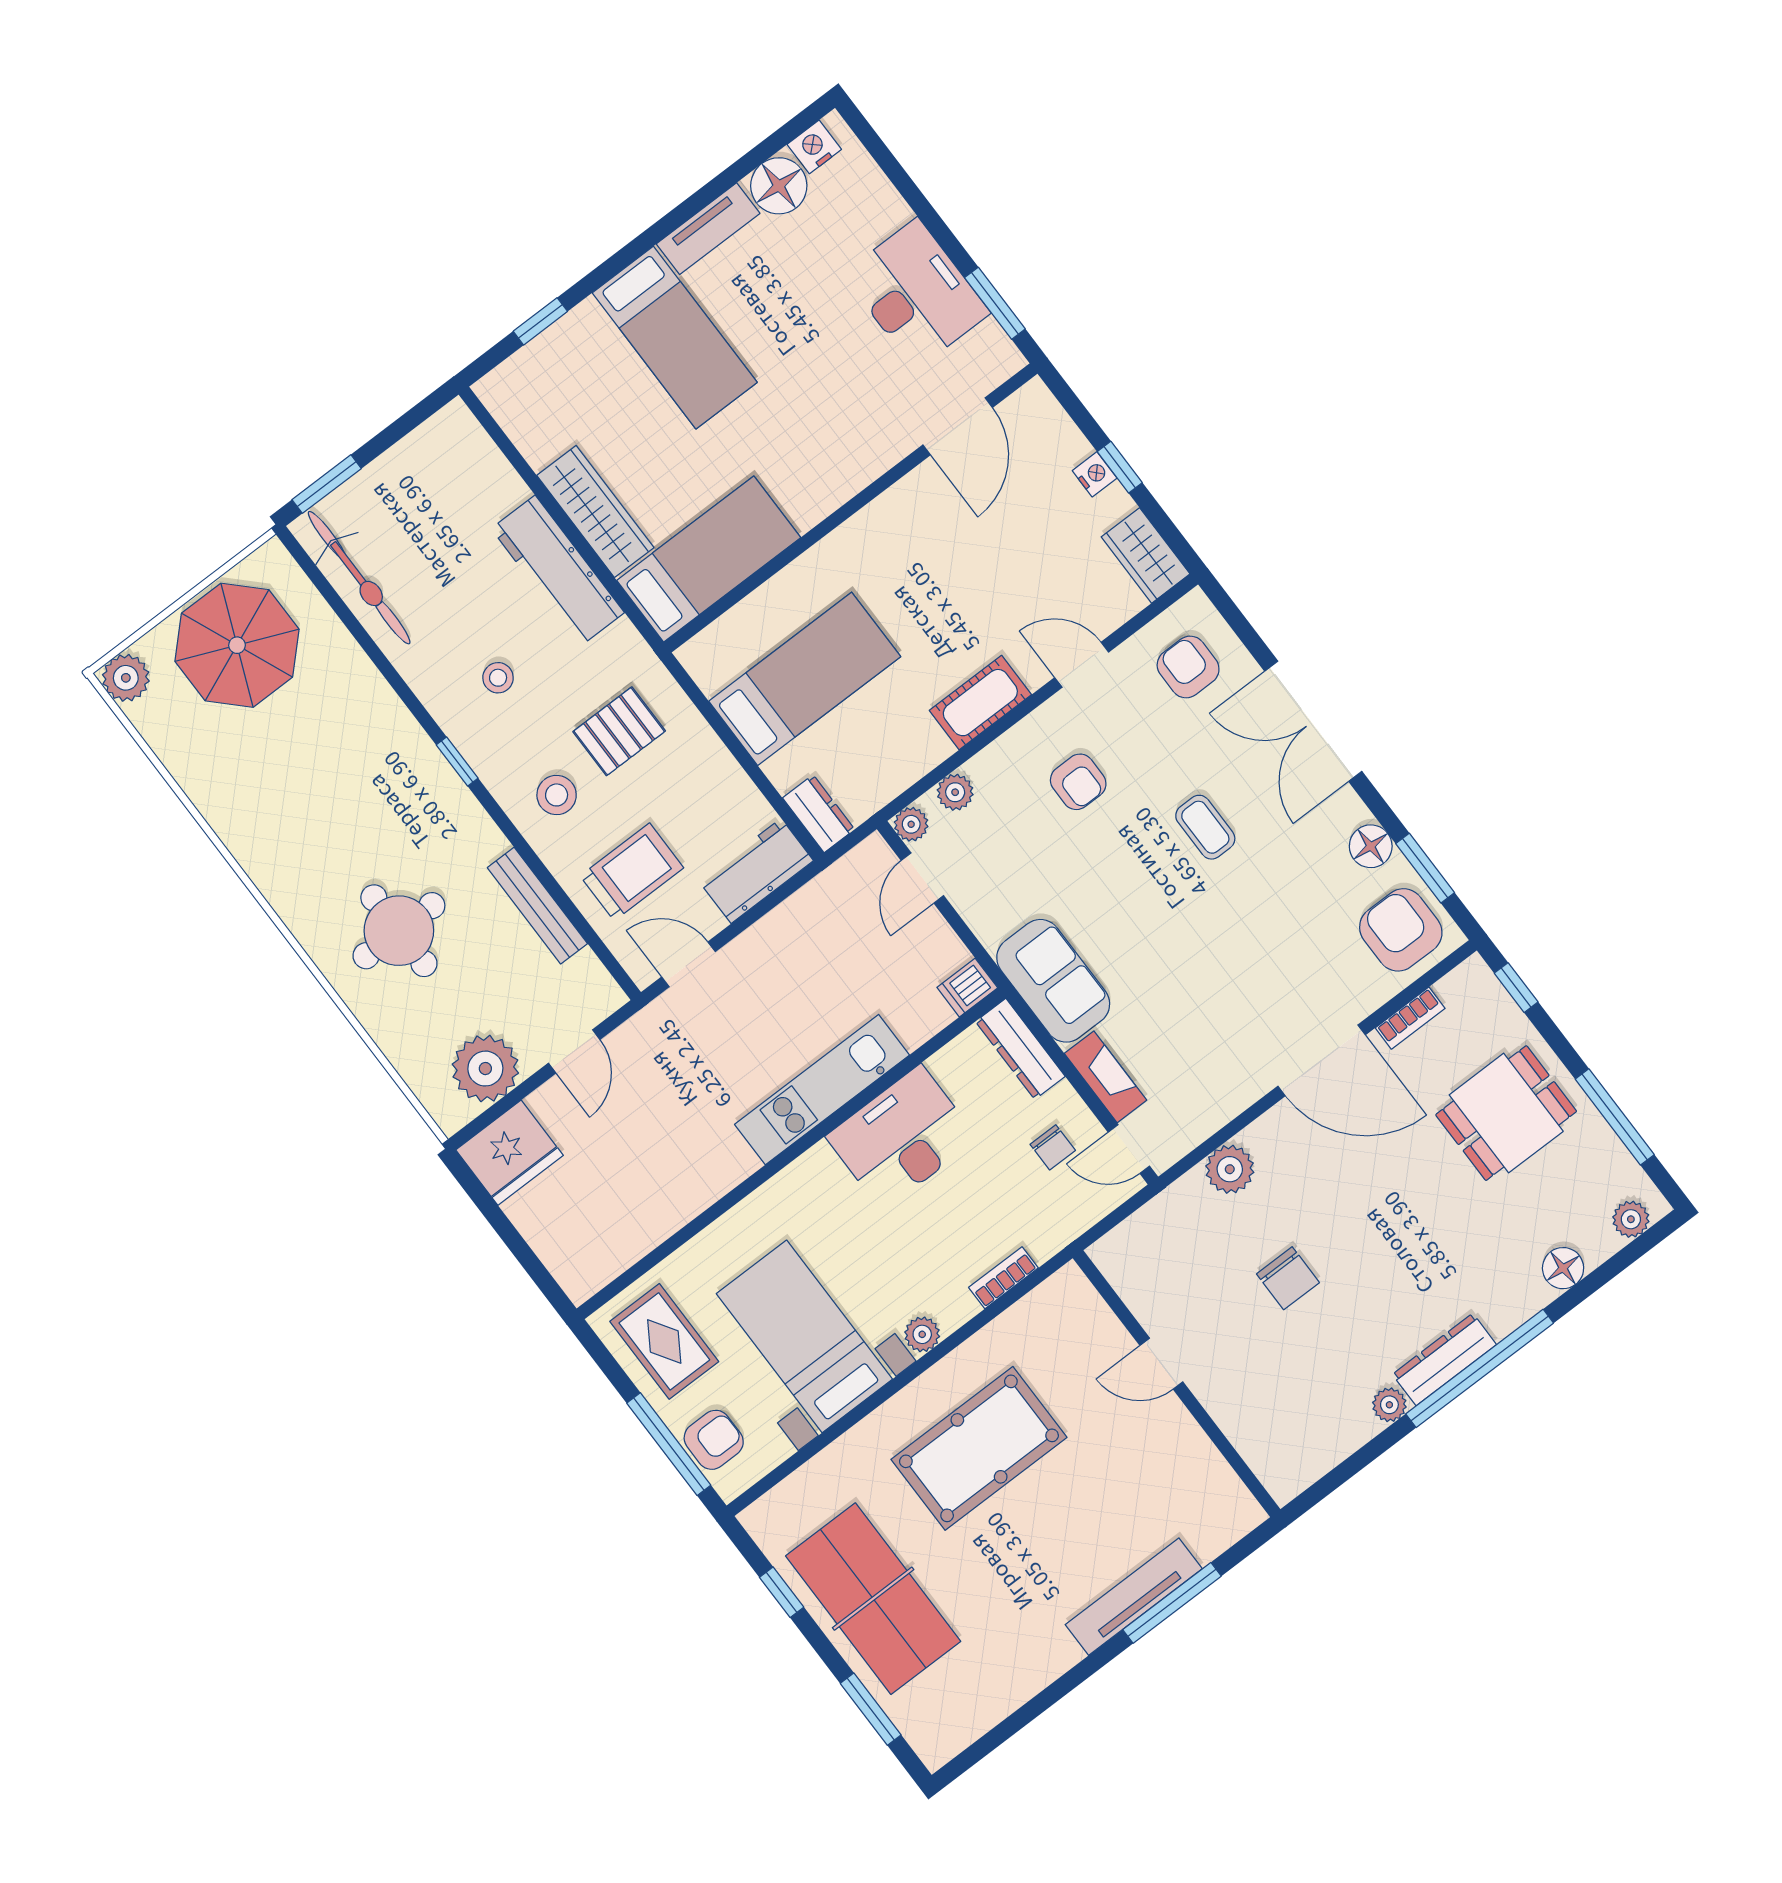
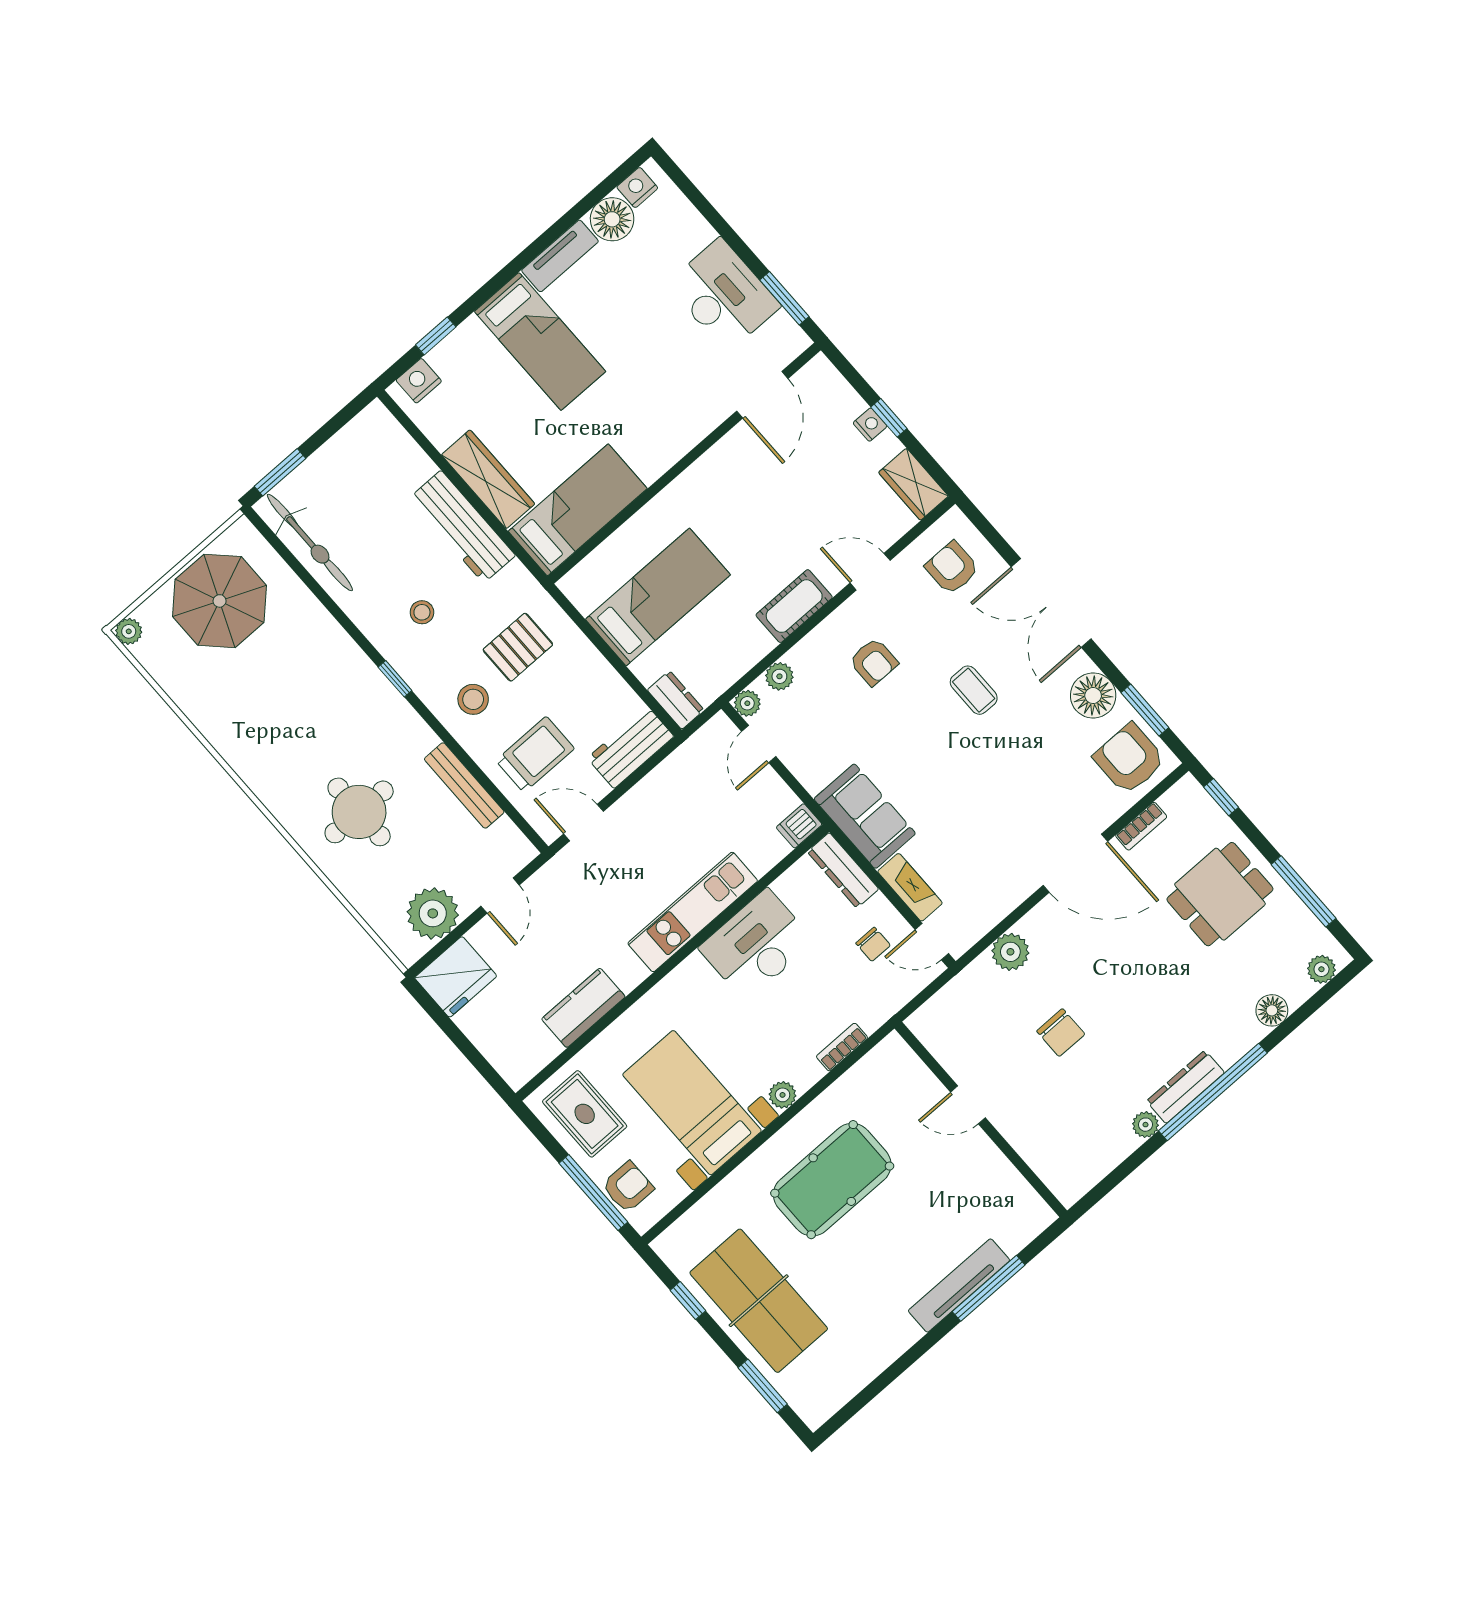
nightstand: (514, 378) -> (419, 381), added
plant: (126, 678) -> (129, 631), width x0.73, depth x0.73
floor lamp: (1371, 846) -> (1093, 696), width x1.38, depth x1.38
kitchen counter: (672, 1204) -> (583, 1008), added

